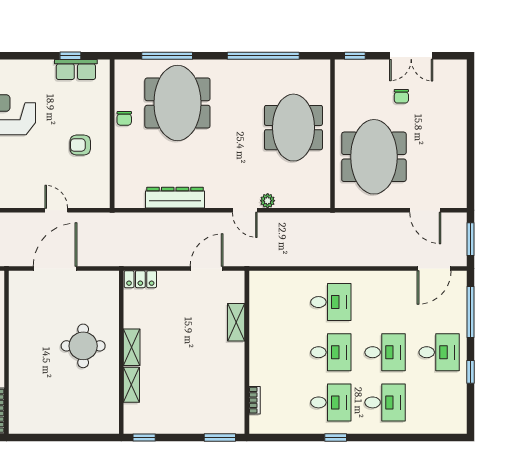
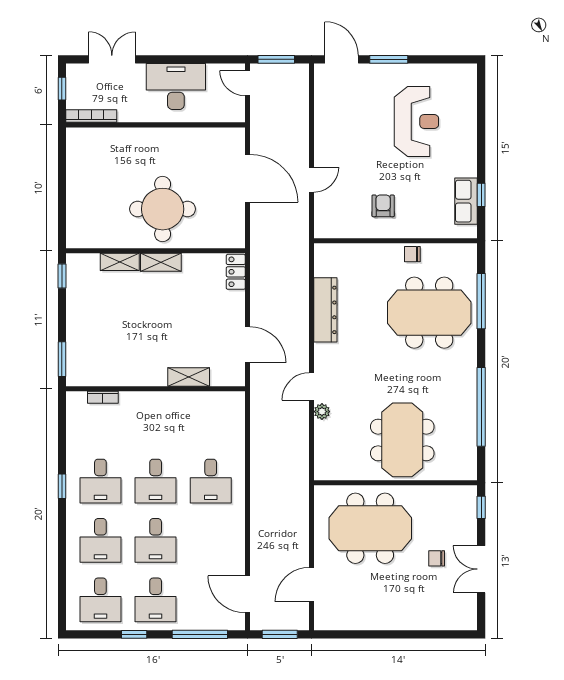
meeting table: (293, 128) -> (402, 440), turned 90
round table: (83, 346) -> (163, 209), width x1.36, depth x1.36
desk: (439, 402) -> (100, 600), added

